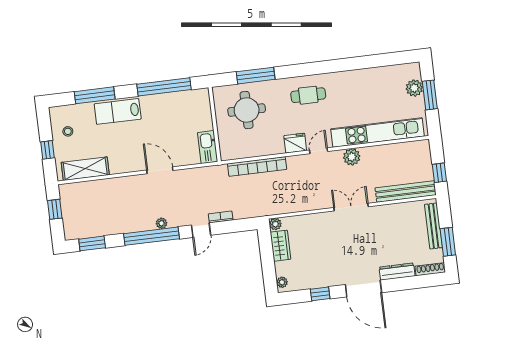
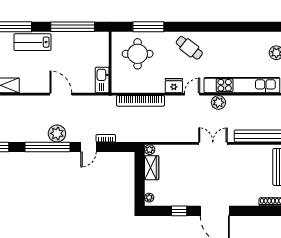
cafe table: (308, 95) -> (189, 48), turned 38
plant: (162, 223) -> (57, 133), width x1.88, depth x1.88
dresser: (397, 272) -> (244, 200), removed

